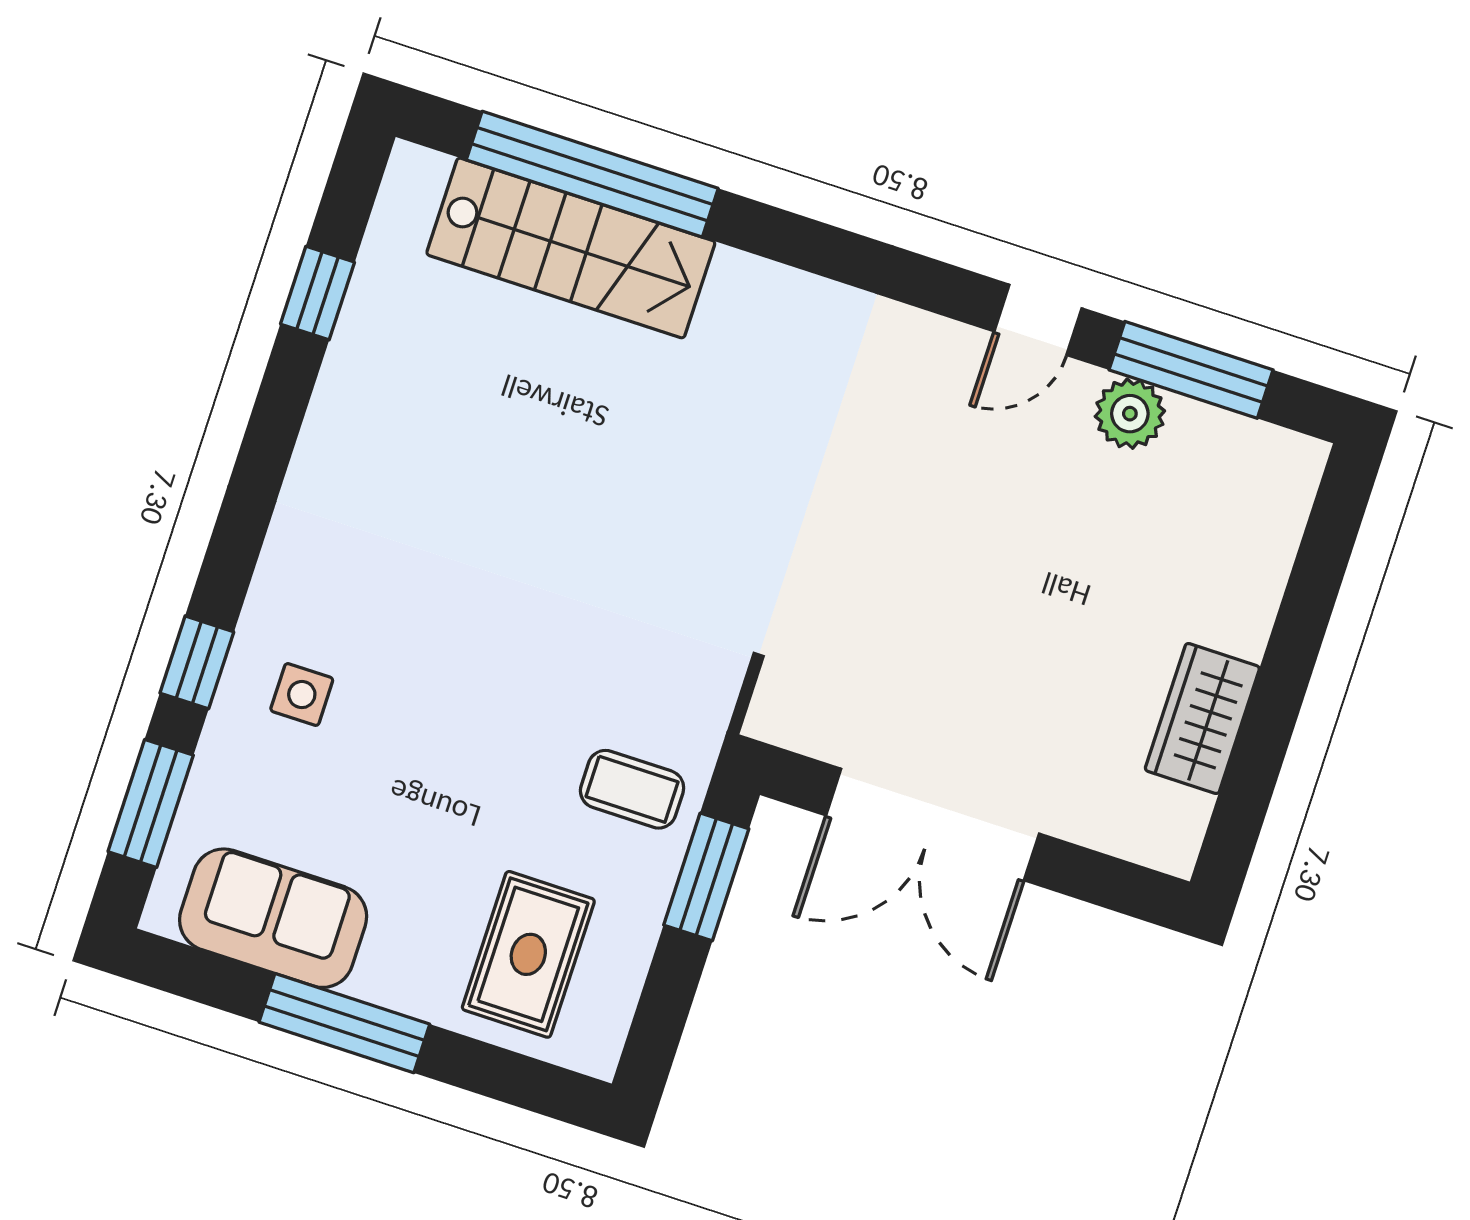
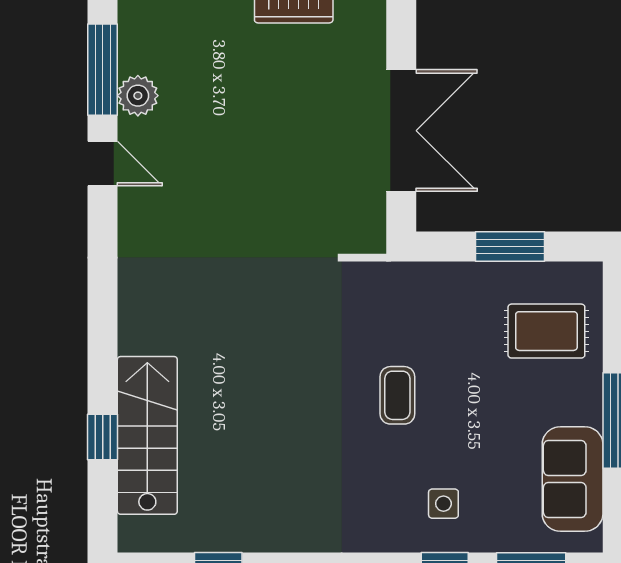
window: (592, 174) -> (103, 437), width x0.32
coffee table: (632, 789) -> (397, 395), moved
window: (706, 877) -> (510, 246), moved

